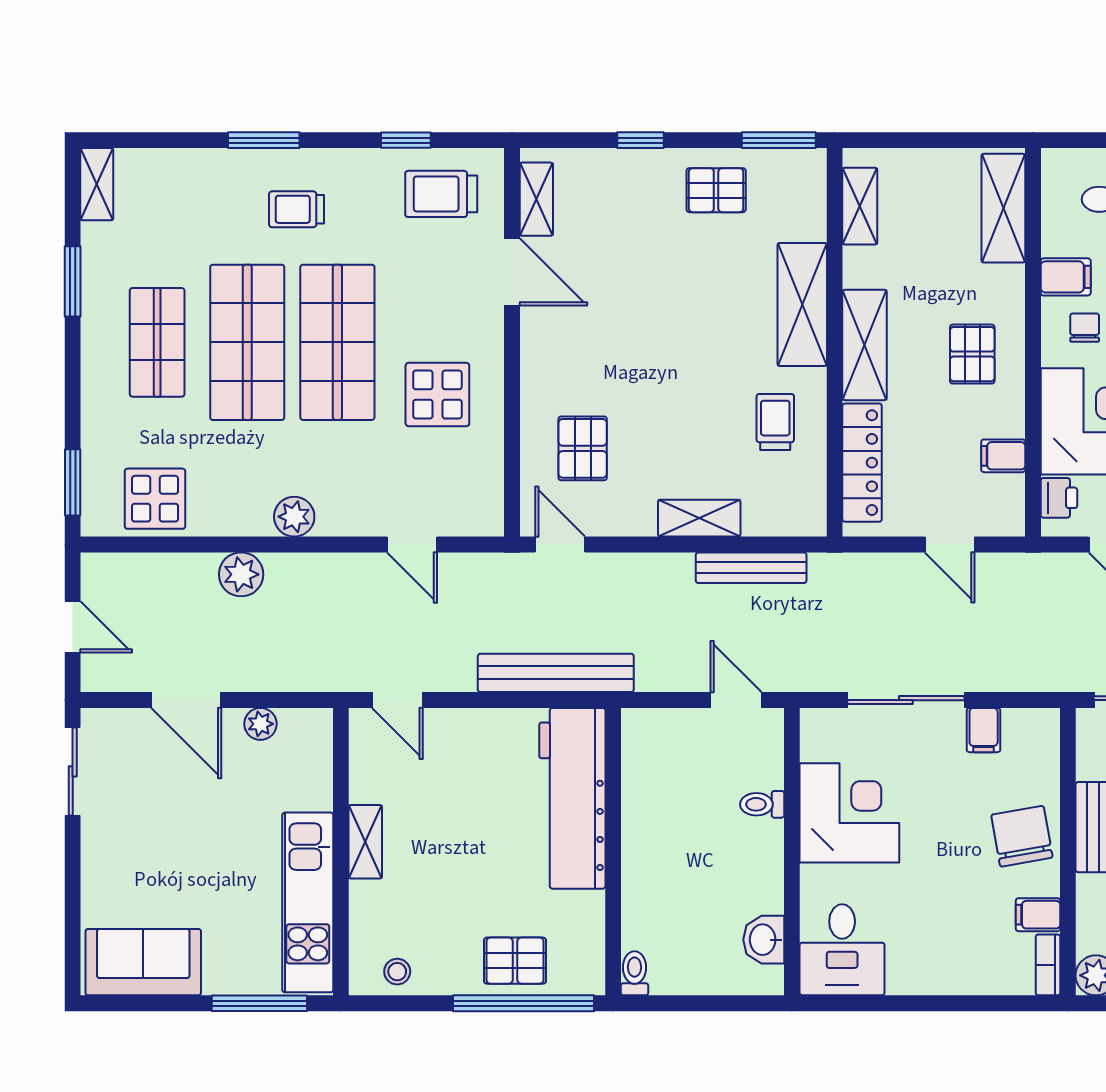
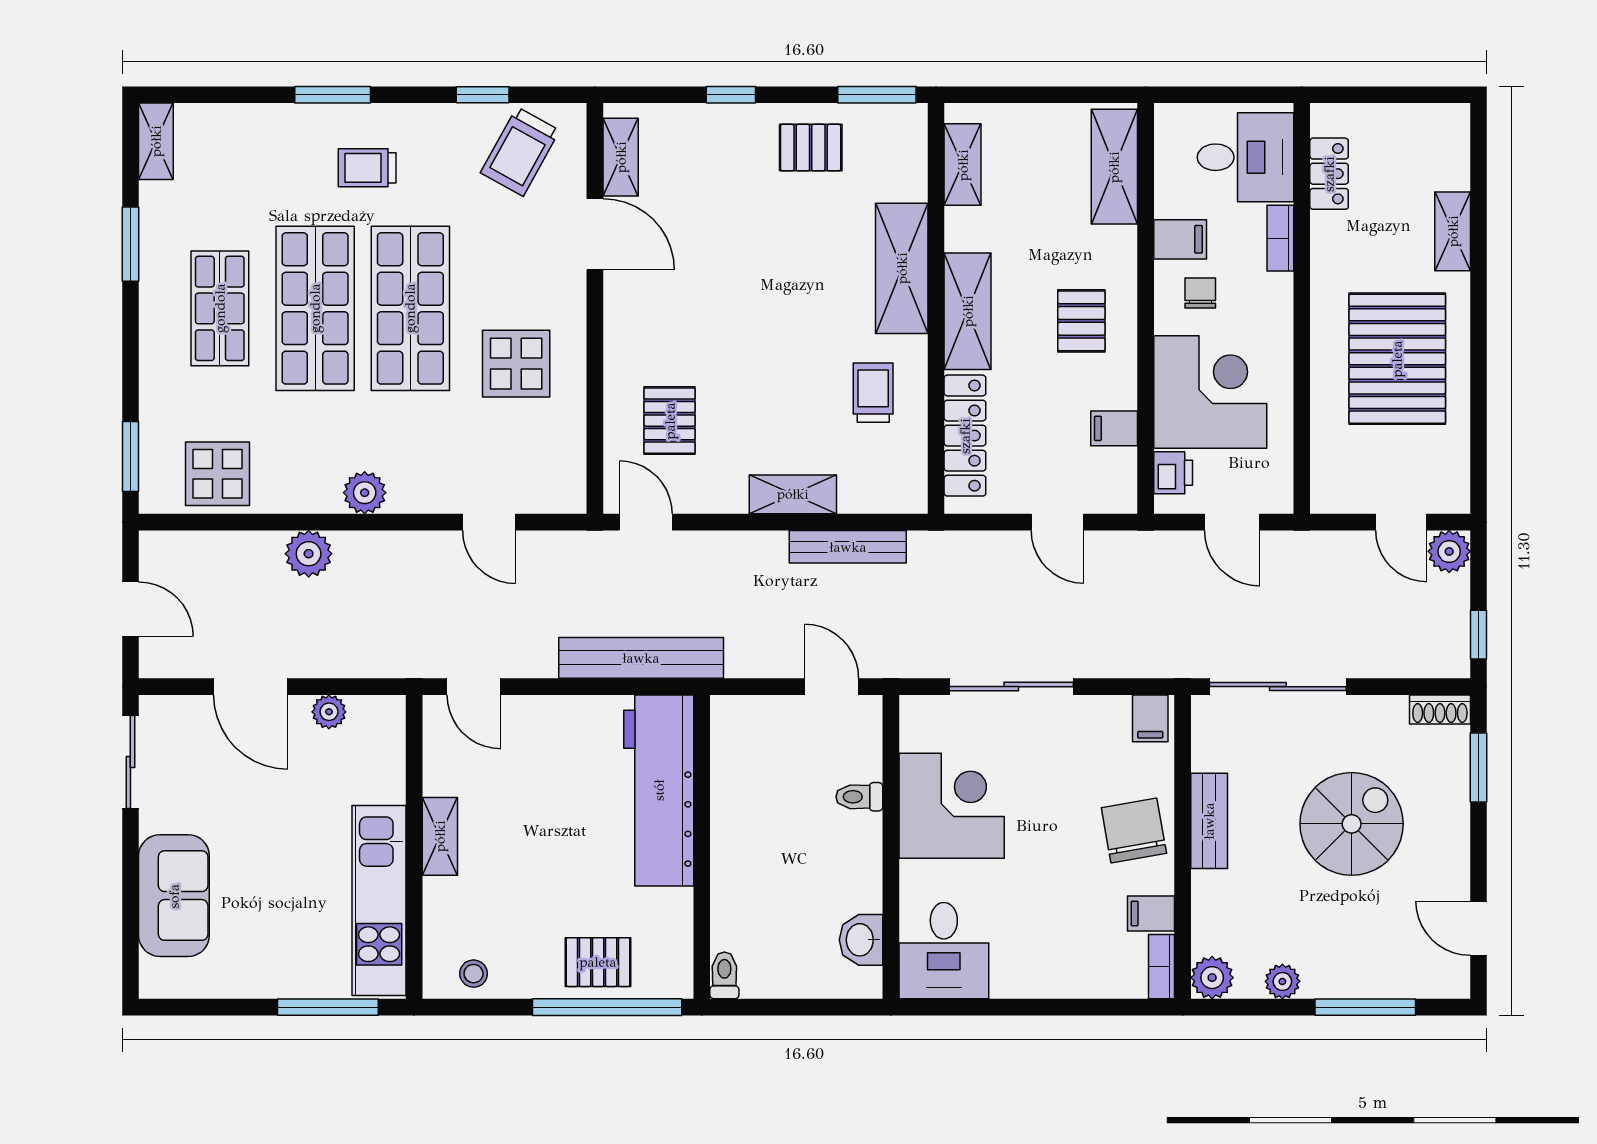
trolley: (441, 194) -> (520, 152), turned -61
filing cabinet: (984, 730) -> (1150, 718), moved
sofa: (143, 962) -> (174, 896), moved, turned 90

